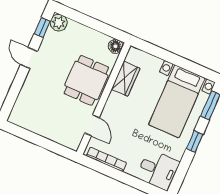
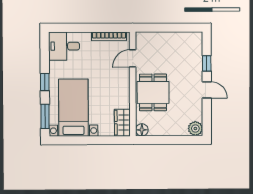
window: (42, 28) -> (207, 63), moved
wardrobe: (126, 79) -> (122, 123), moved
door: (92, 125) -> (133, 58), hinge flipped

